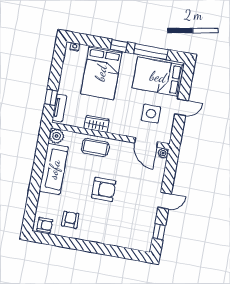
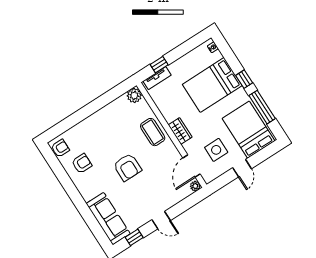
door: (182, 107) -> (242, 168), hinge flipped
wardrobe: (97, 124) -> (180, 131), moved
sofa: (54, 169) -> (108, 219), moved, turned -90
armchair: (45, 225) -> (60, 148), turned -90

